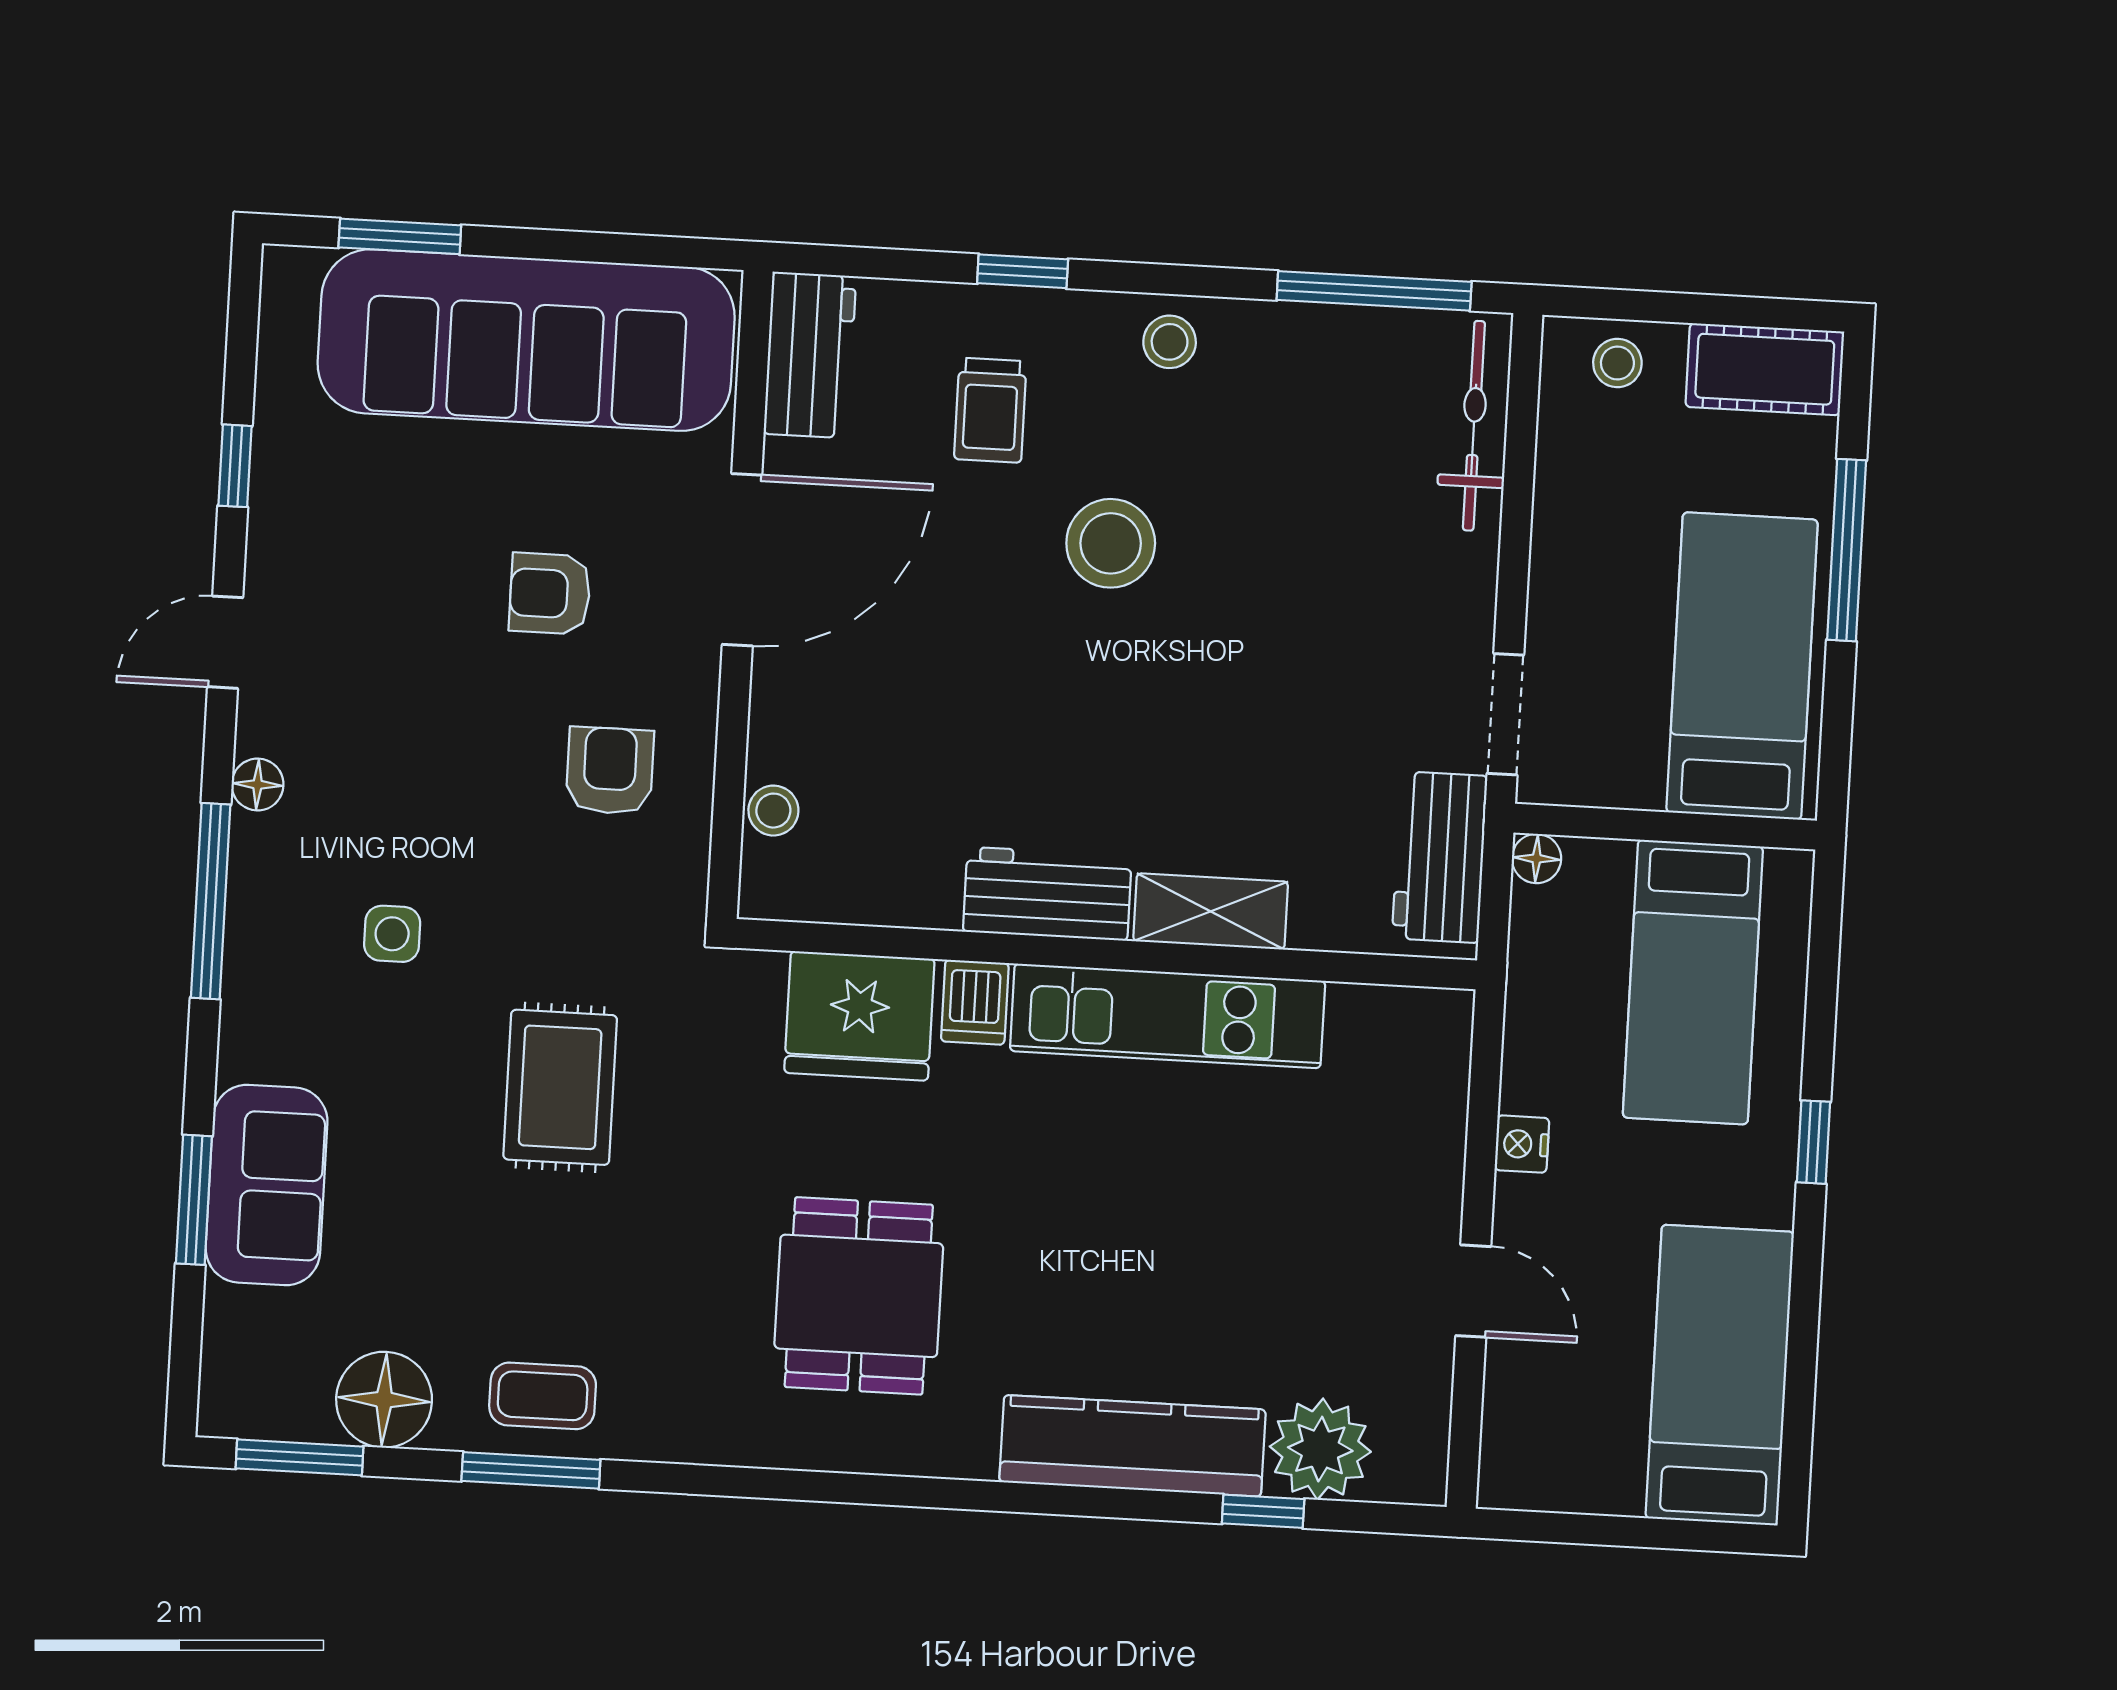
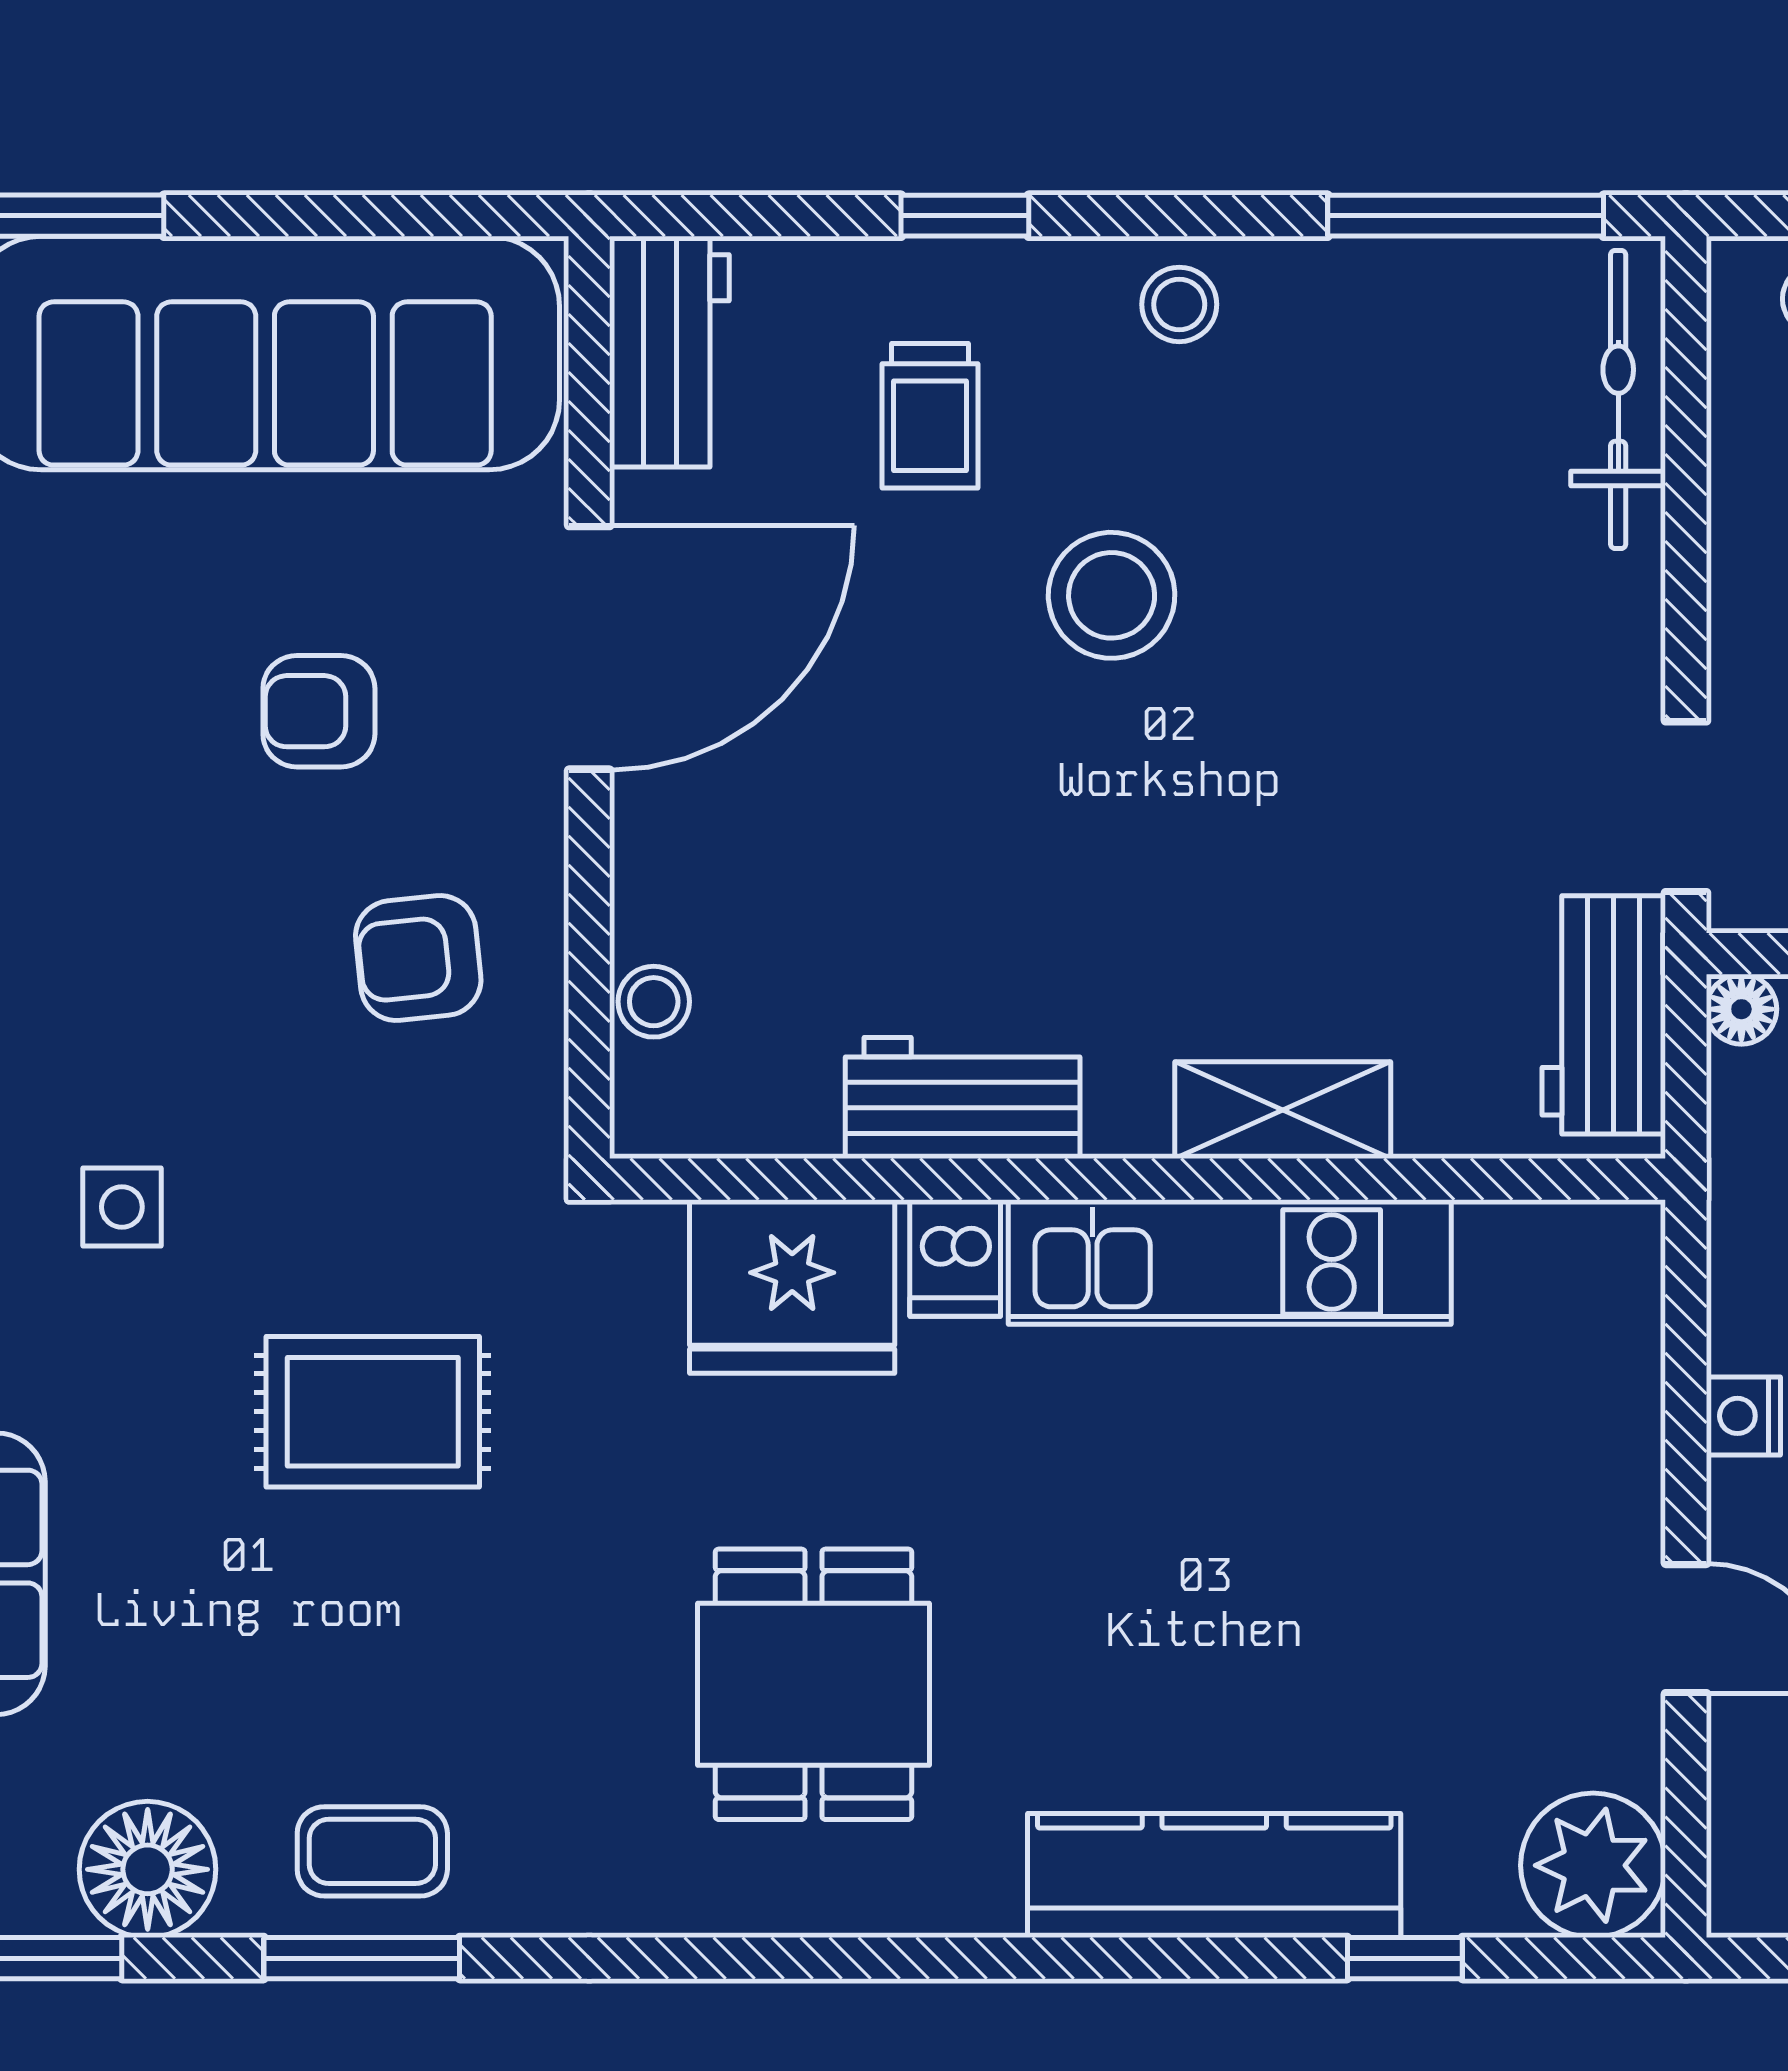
armchair: (610, 771) -> (418, 958), turned -96
workbench: (1047, 894) -> (963, 1098), moved
rug: (560, 1087) -> (373, 1412), turned 90
plant: (1320, 1449) -> (1593, 1865), moved

